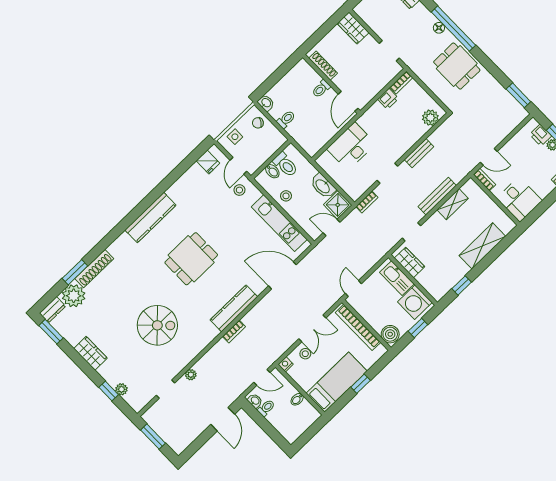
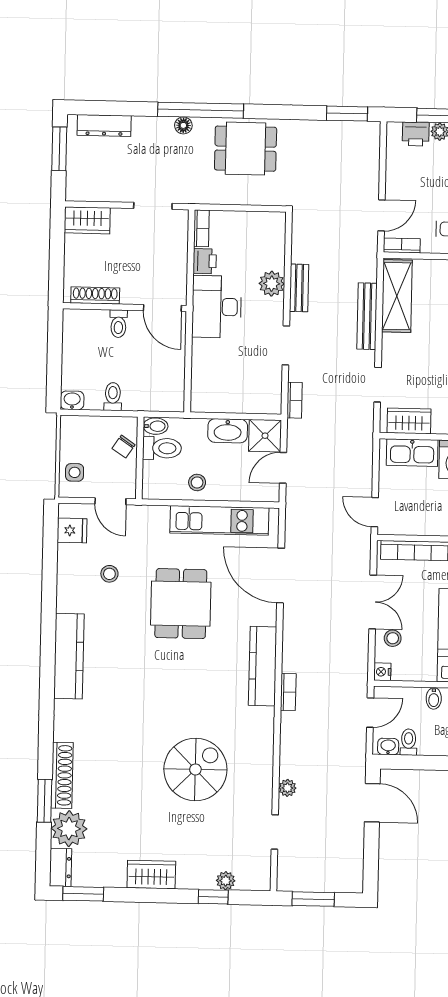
plant: (430, 118) -> (272, 284), moved
chair: (258, 123) -> (124, 447), moved
desk: (351, 146) -> (217, 307), moved
bidet: (272, 171) -> (156, 426), moved
stool: (239, 190) -> (109, 574), moved
shelving: (453, 204) -> (397, 296), width x1.50, depth x1.33
dining table: (191, 259) -> (181, 604), moved
door: (282, 275) -> (281, 576), hinge flipped

